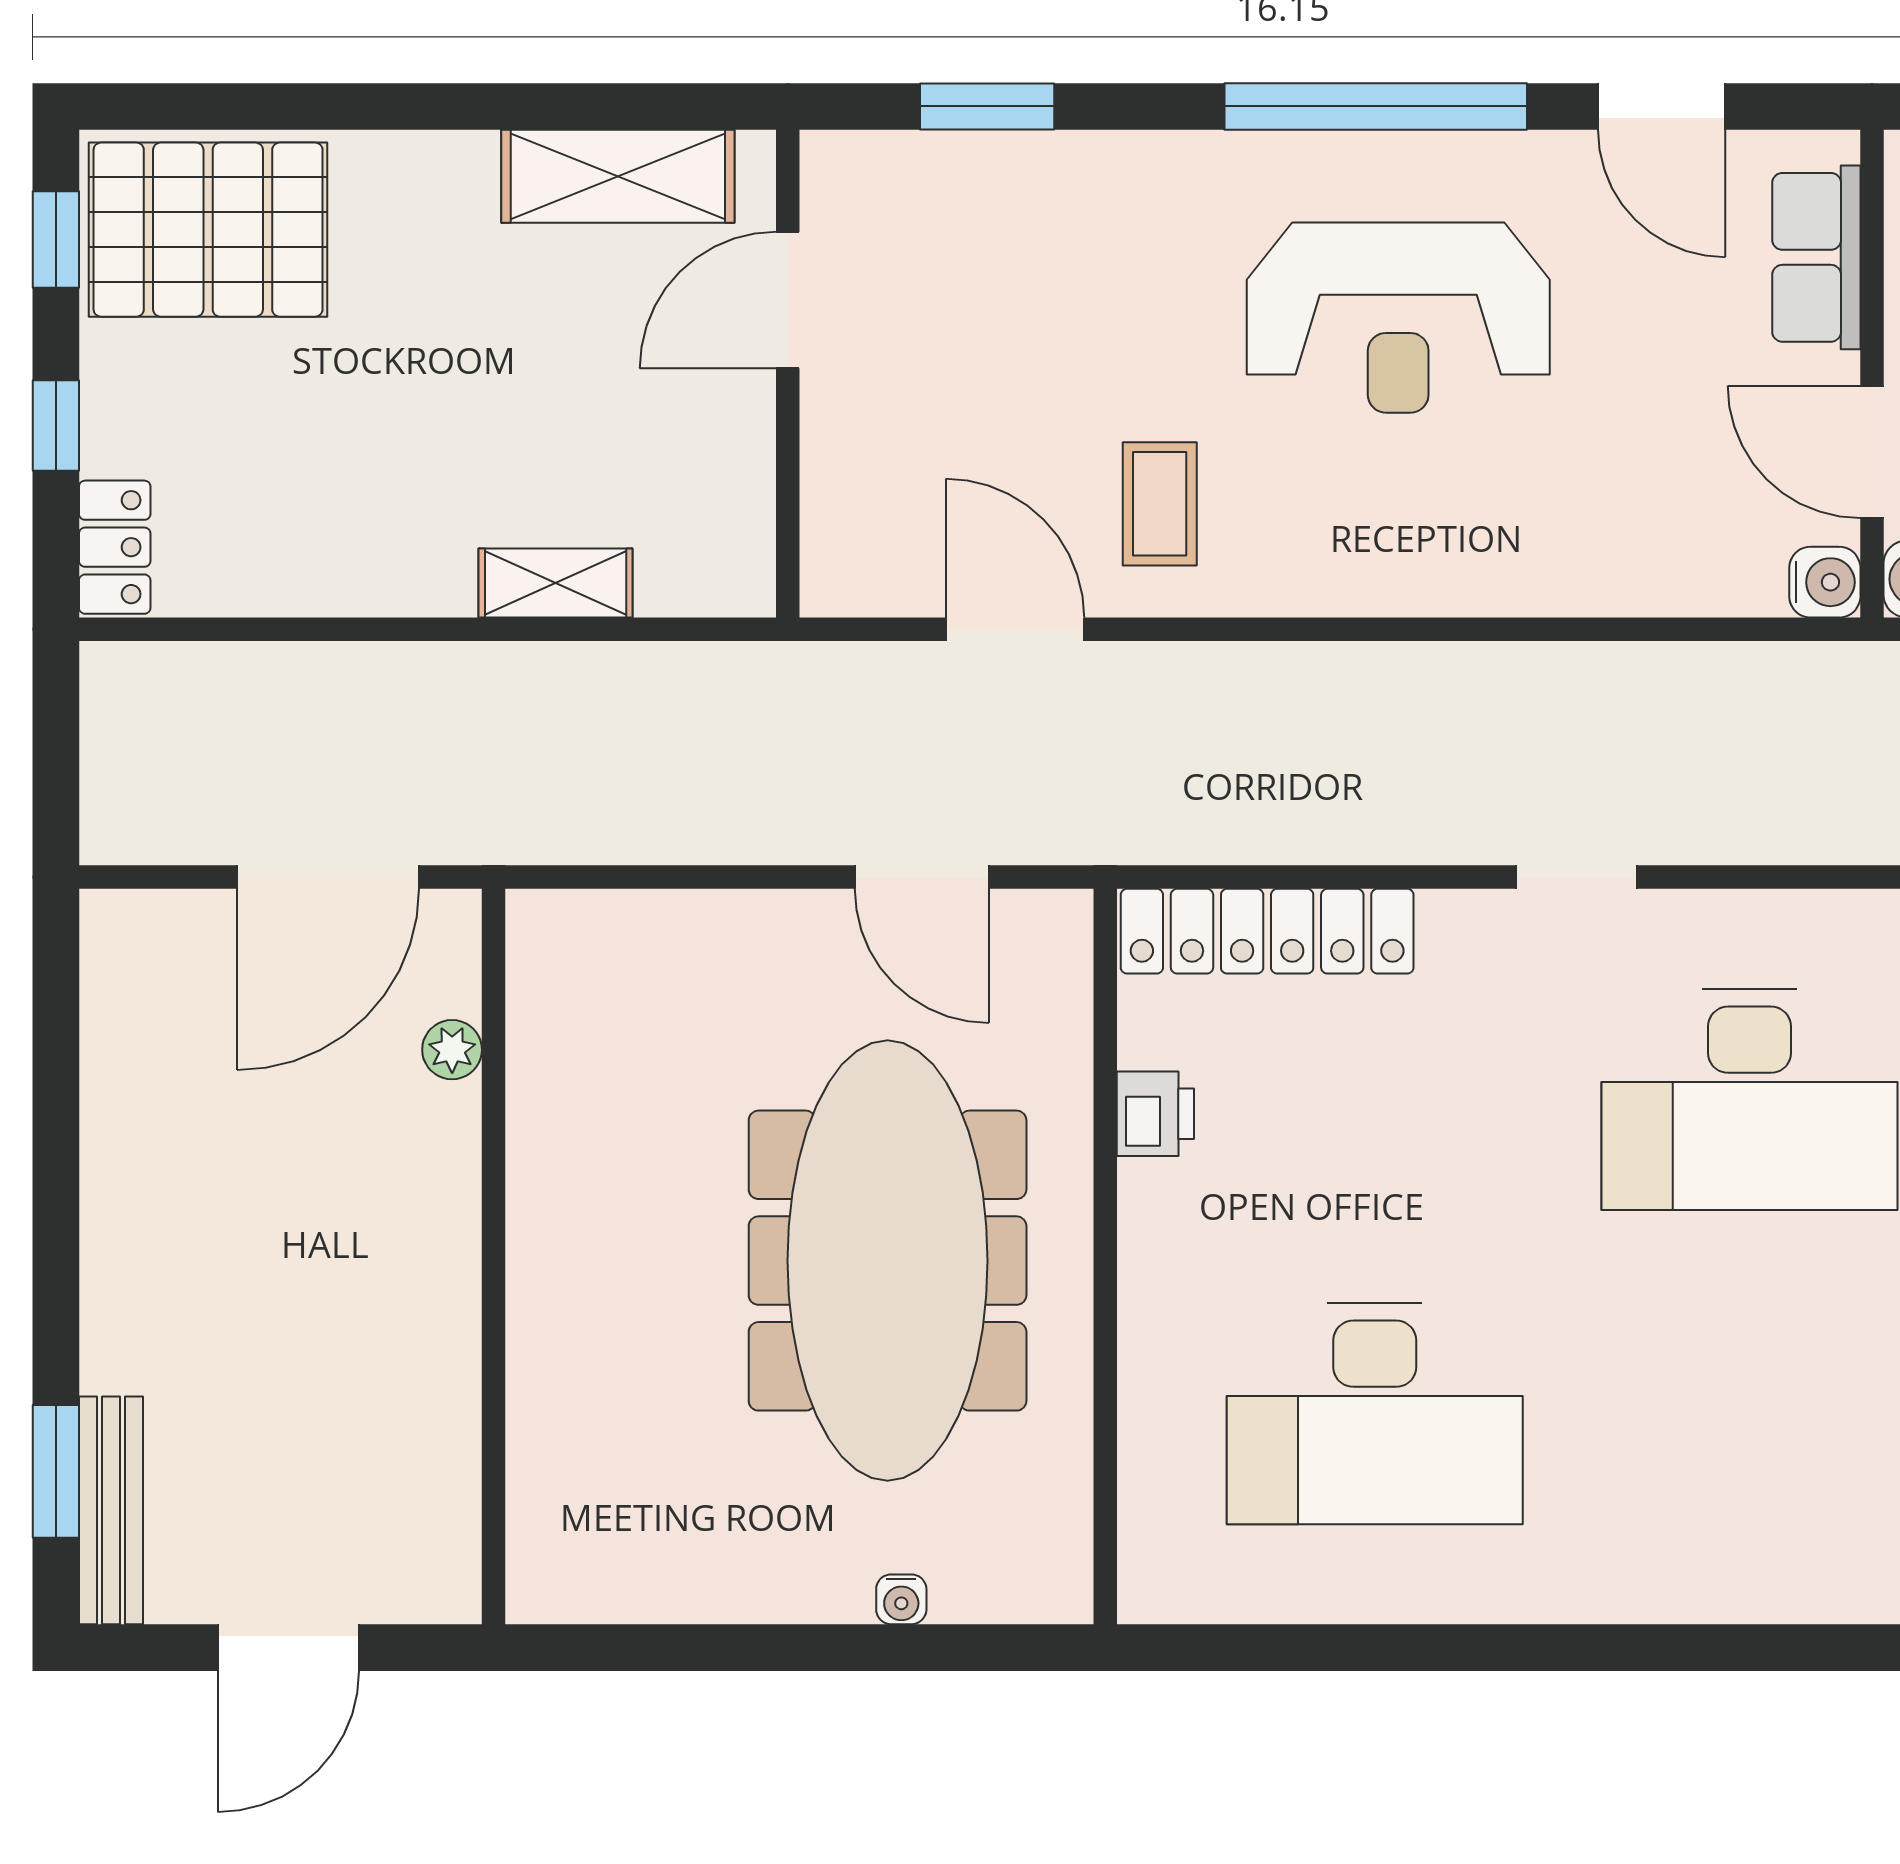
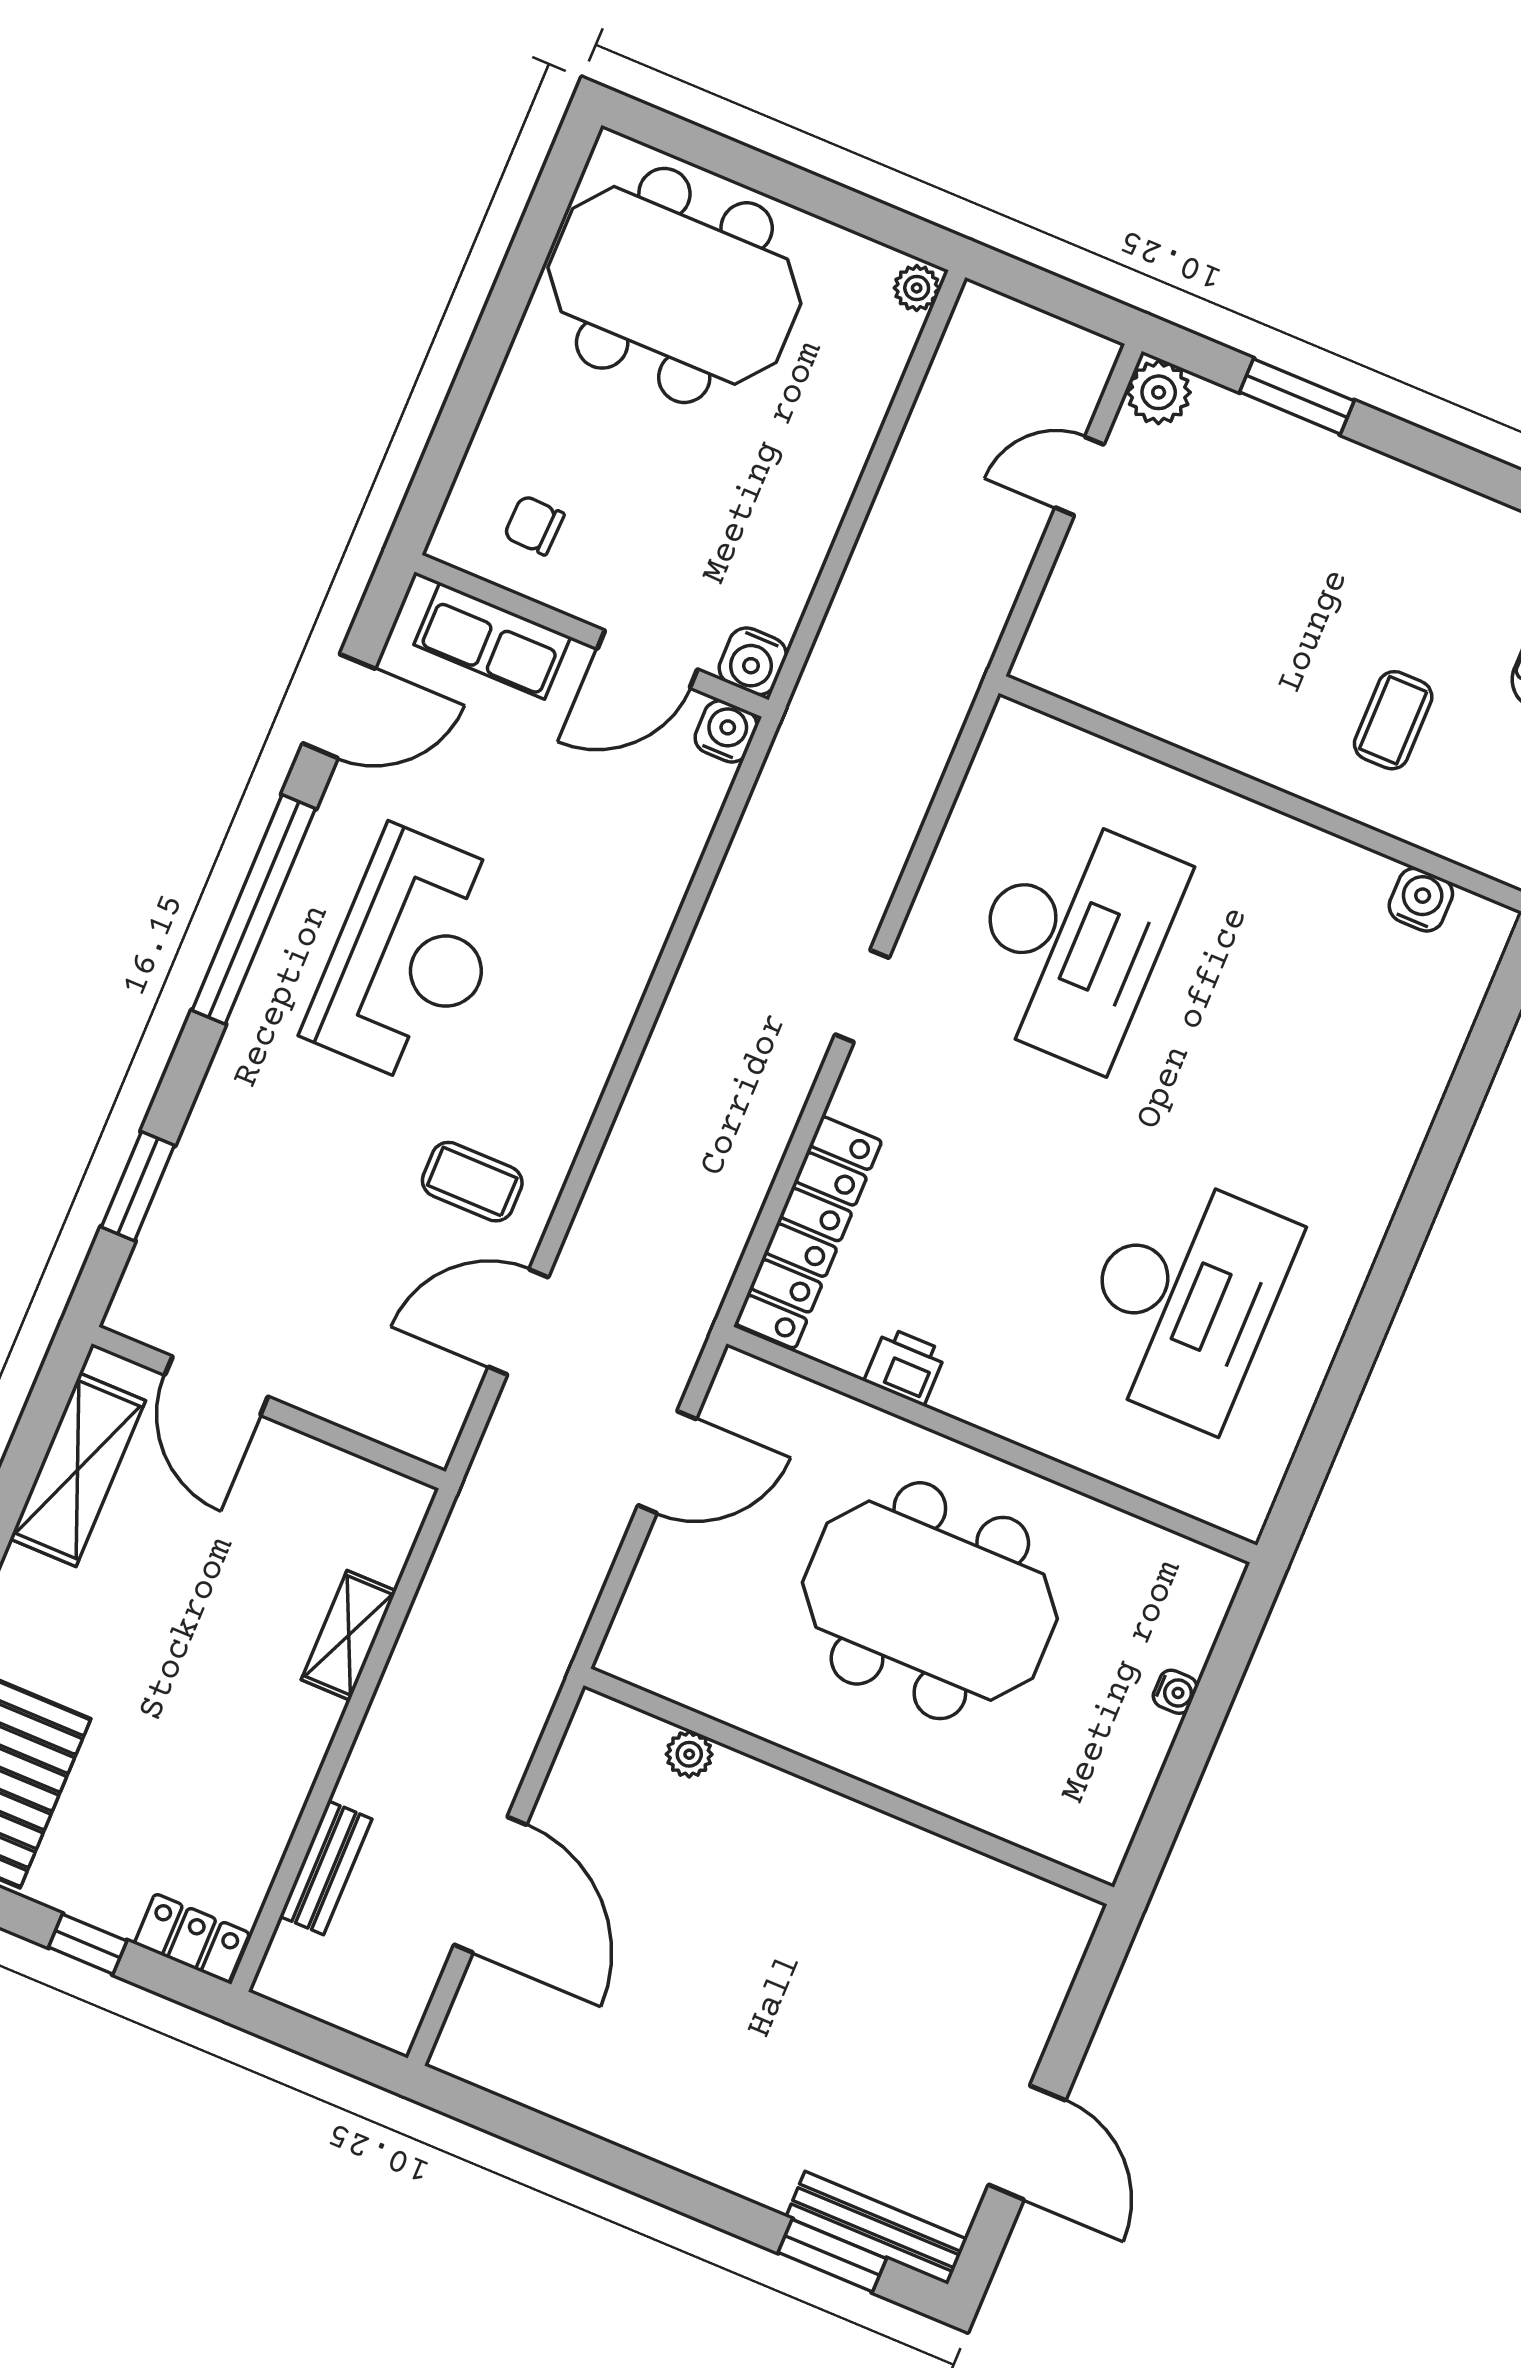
bench: (266, 672) -> (326, 1868), added
plant: (452, 1050) -> (689, 1754), moved
wall: (493, 1257) -> (849, 1786), moved
meeting table: (888, 1261) -> (930, 1601), width x0.73

